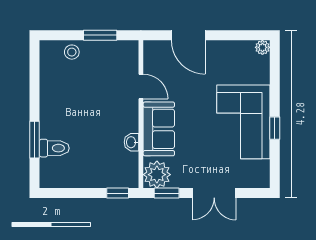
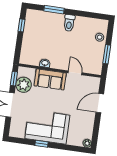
door: (141, 87) -> (75, 73), swing flipped
toilet: (54, 148) -> (69, 23), moved
plant: (157, 175) -> (24, 85), moved
window: (118, 193) -> (22, 25), moved

